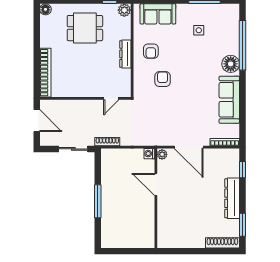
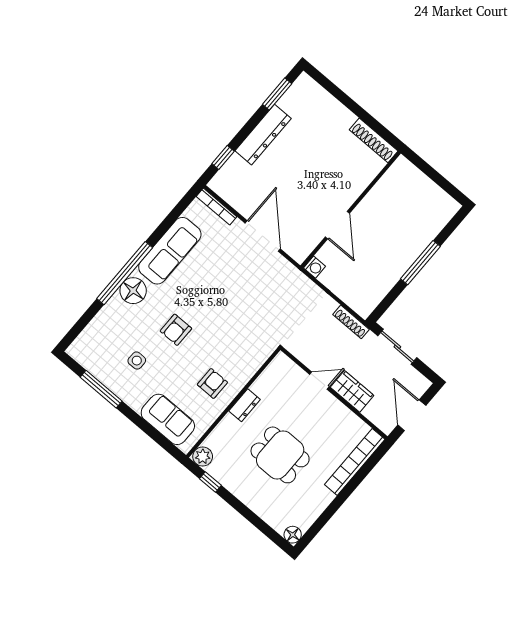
dining table: (85, 28) -> (280, 455), moved
window: (242, 45) -> (125, 273), moved
dresser: (125, 54) -> (245, 405), width x0.70
armchair: (163, 79) -> (176, 330), moved
door: (111, 98) -> (319, 381), moved
wardrobe: (77, 107) -> (352, 391), added
plant: (162, 154) -> (301, 254), removed
shoe rack: (222, 243) -> (374, 140), moved

